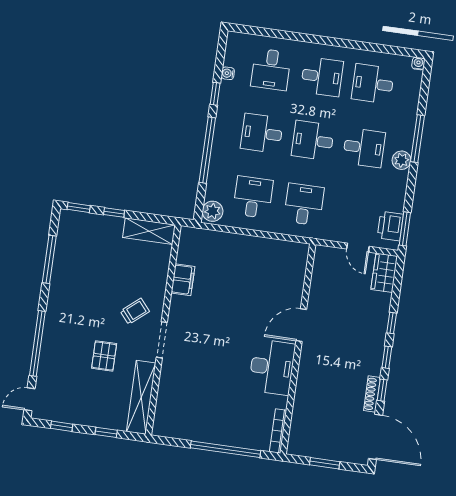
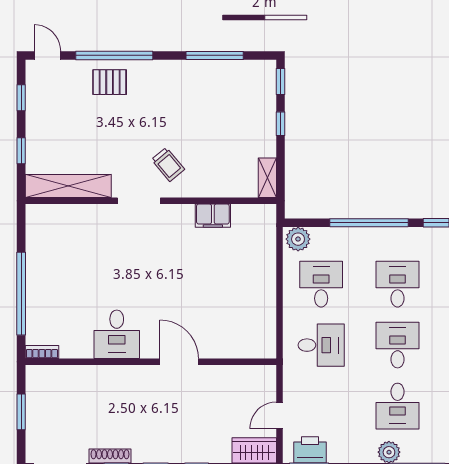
desk: (253, 197) -> (321, 284), turned -90
shelving: (149, 231) -> (267, 178), width x0.67, depth x0.75
pallet: (104, 356) -> (110, 82), moved
desk: (272, 367) -> (117, 334), width x0.73
bookcase: (278, 431) -> (42, 352), width x0.64

